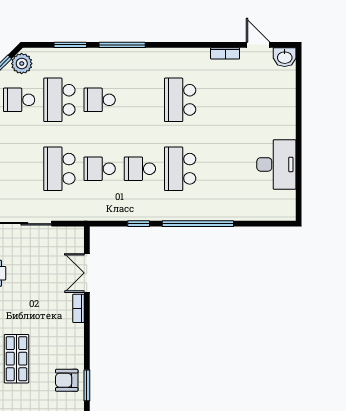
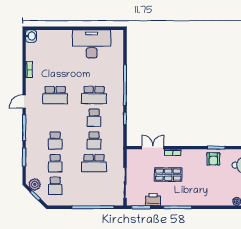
door: (258, 45) -> (24, 102), moved
school desk: (59, 100) -> (55, 163), width x0.54
desk: (276, 164) -> (92, 44), width x1.36, depth x1.30
double door: (87, 273) -> (153, 148), swing flipped
shop shelf: (16, 359) -> (168, 175), moved

